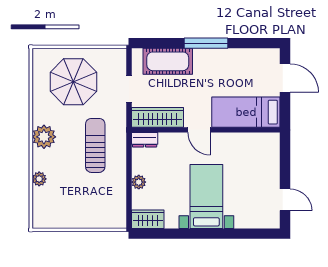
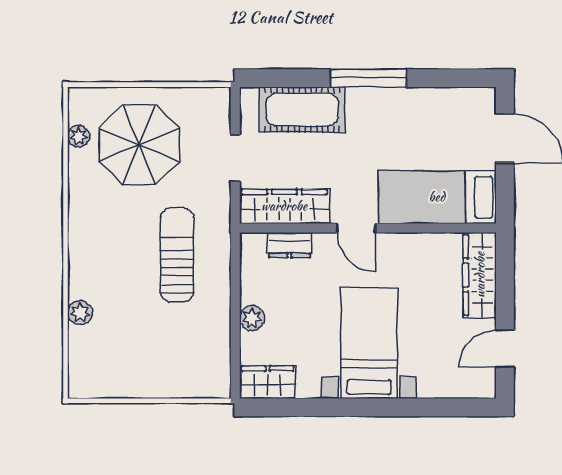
plant: (44, 137) -> (79, 136), moved, width x0.53, depth x0.53
dresser: (145, 140) -> (289, 245), moved
wardrobe: (270, 157) -> (480, 275), added
door: (285, 200) -> (505, 349), swing flipped

